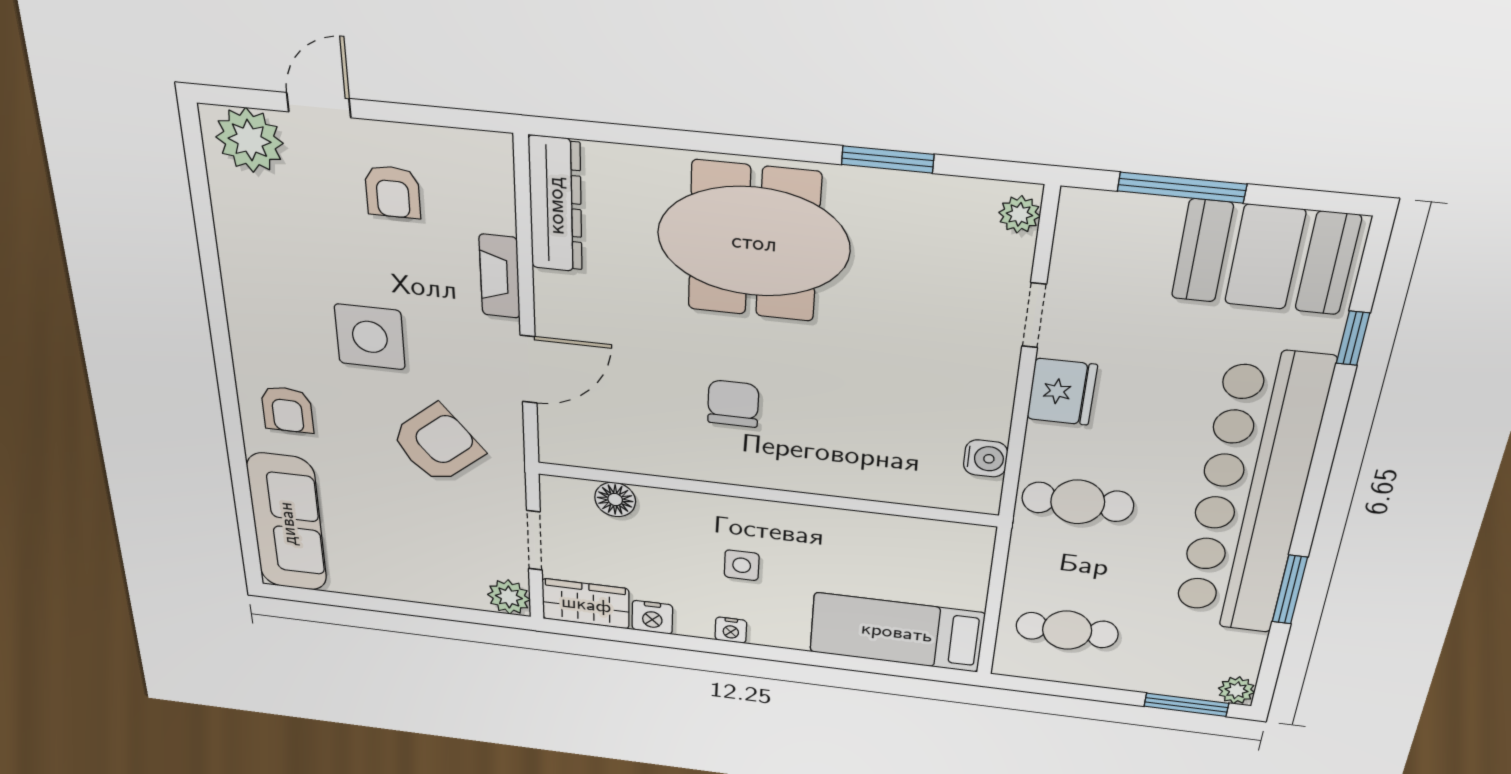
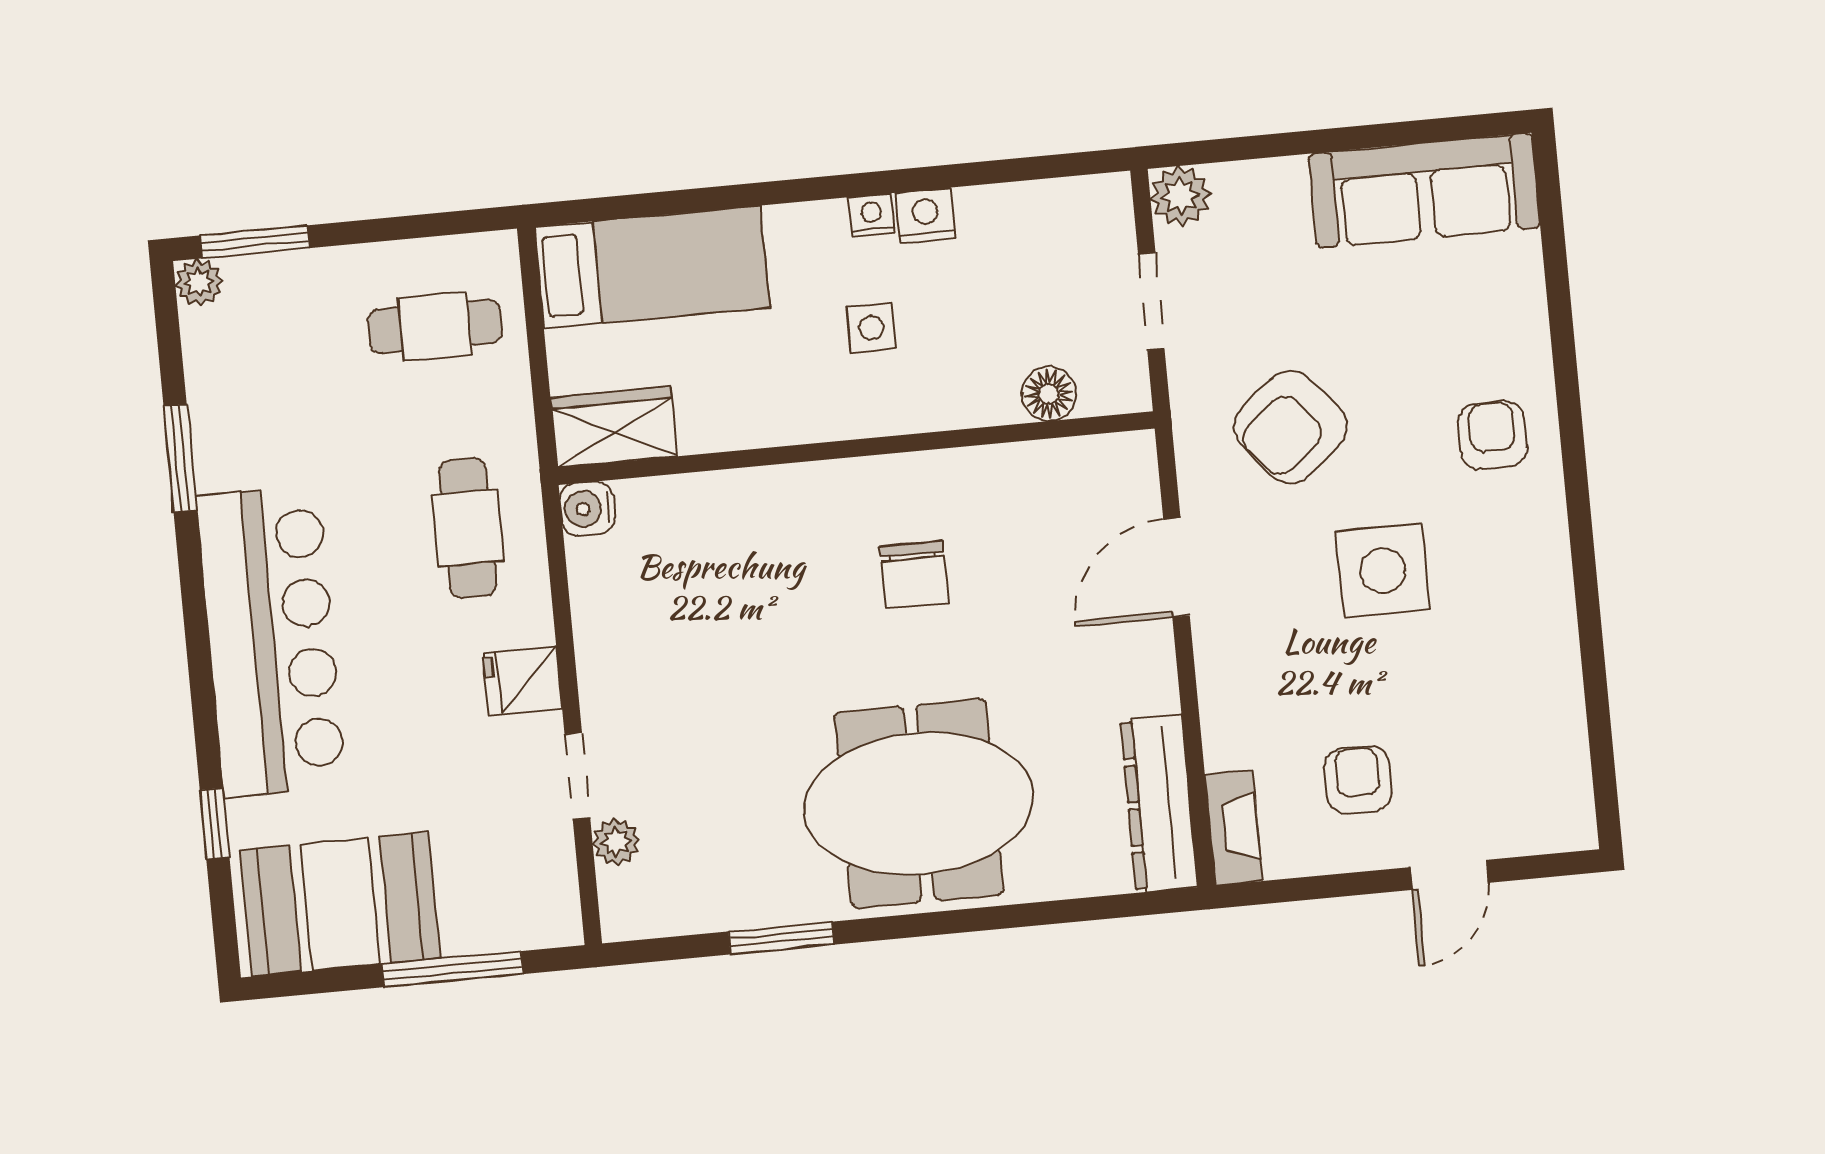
plant: (250, 140) -> (1535, 813), removed
plant: (1019, 214) -> (616, 842), moved
fireplace: (500, 276) -> (1234, 828), moved
fridge: (1062, 392) -> (522, 681), width x0.72
water cooler: (986, 458) -> (587, 509), moved
bar counter: (1251, 495) -> (271, 641), width x0.73
cafe table: (1078, 502) -> (468, 528), turned 90
sofa: (287, 523) -> (1424, 191), moved, turned -90
wardrobe: (586, 604) -> (614, 427), moved, turned 180
nightstand: (652, 617) -> (926, 216), moved

